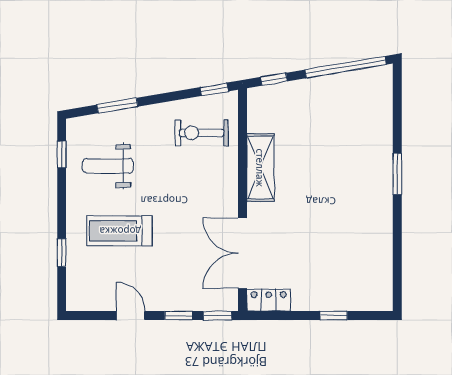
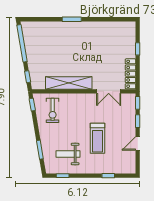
weight bench: (108, 166) -> (68, 154), turned 90
shelving: (260, 168) -> (69, 83), width x1.47
treadmill: (120, 231) -> (98, 138), moved
double door: (243, 253) -> (109, 91), width x0.73
locker: (269, 300) -> (131, 74), width x1.53

